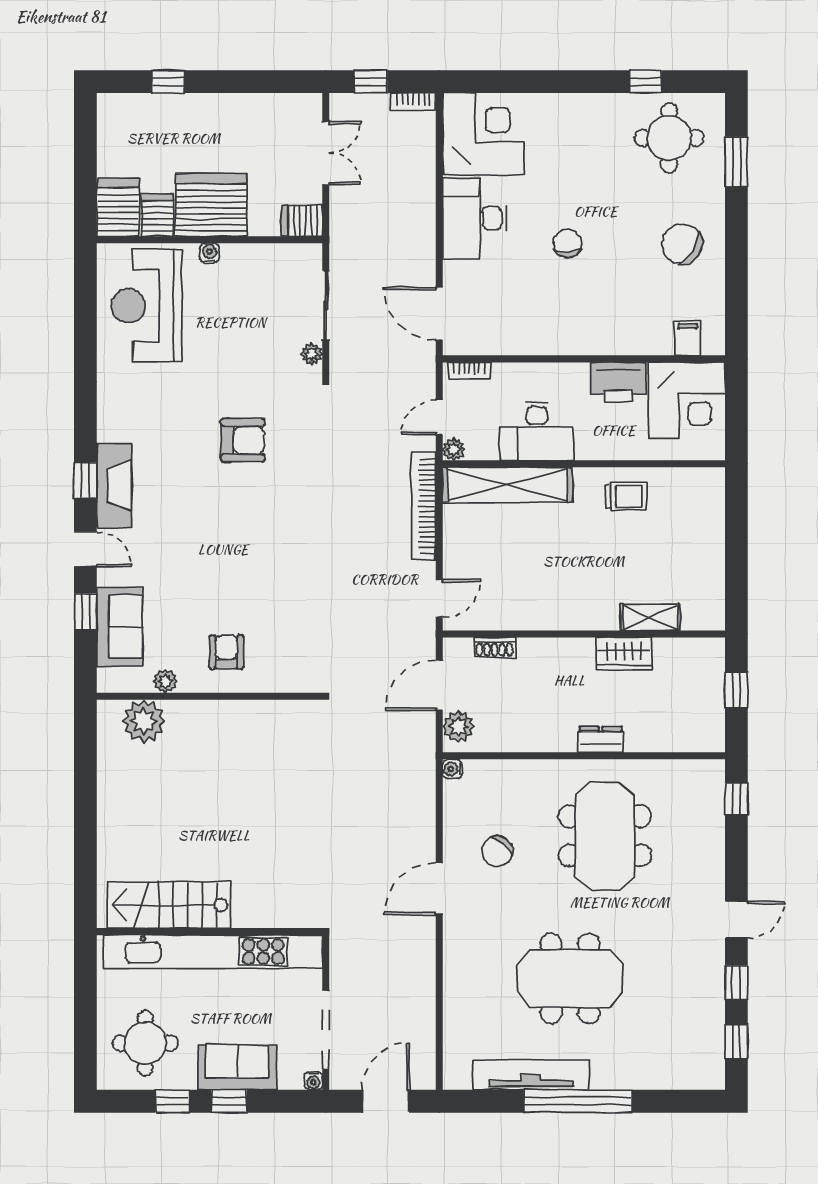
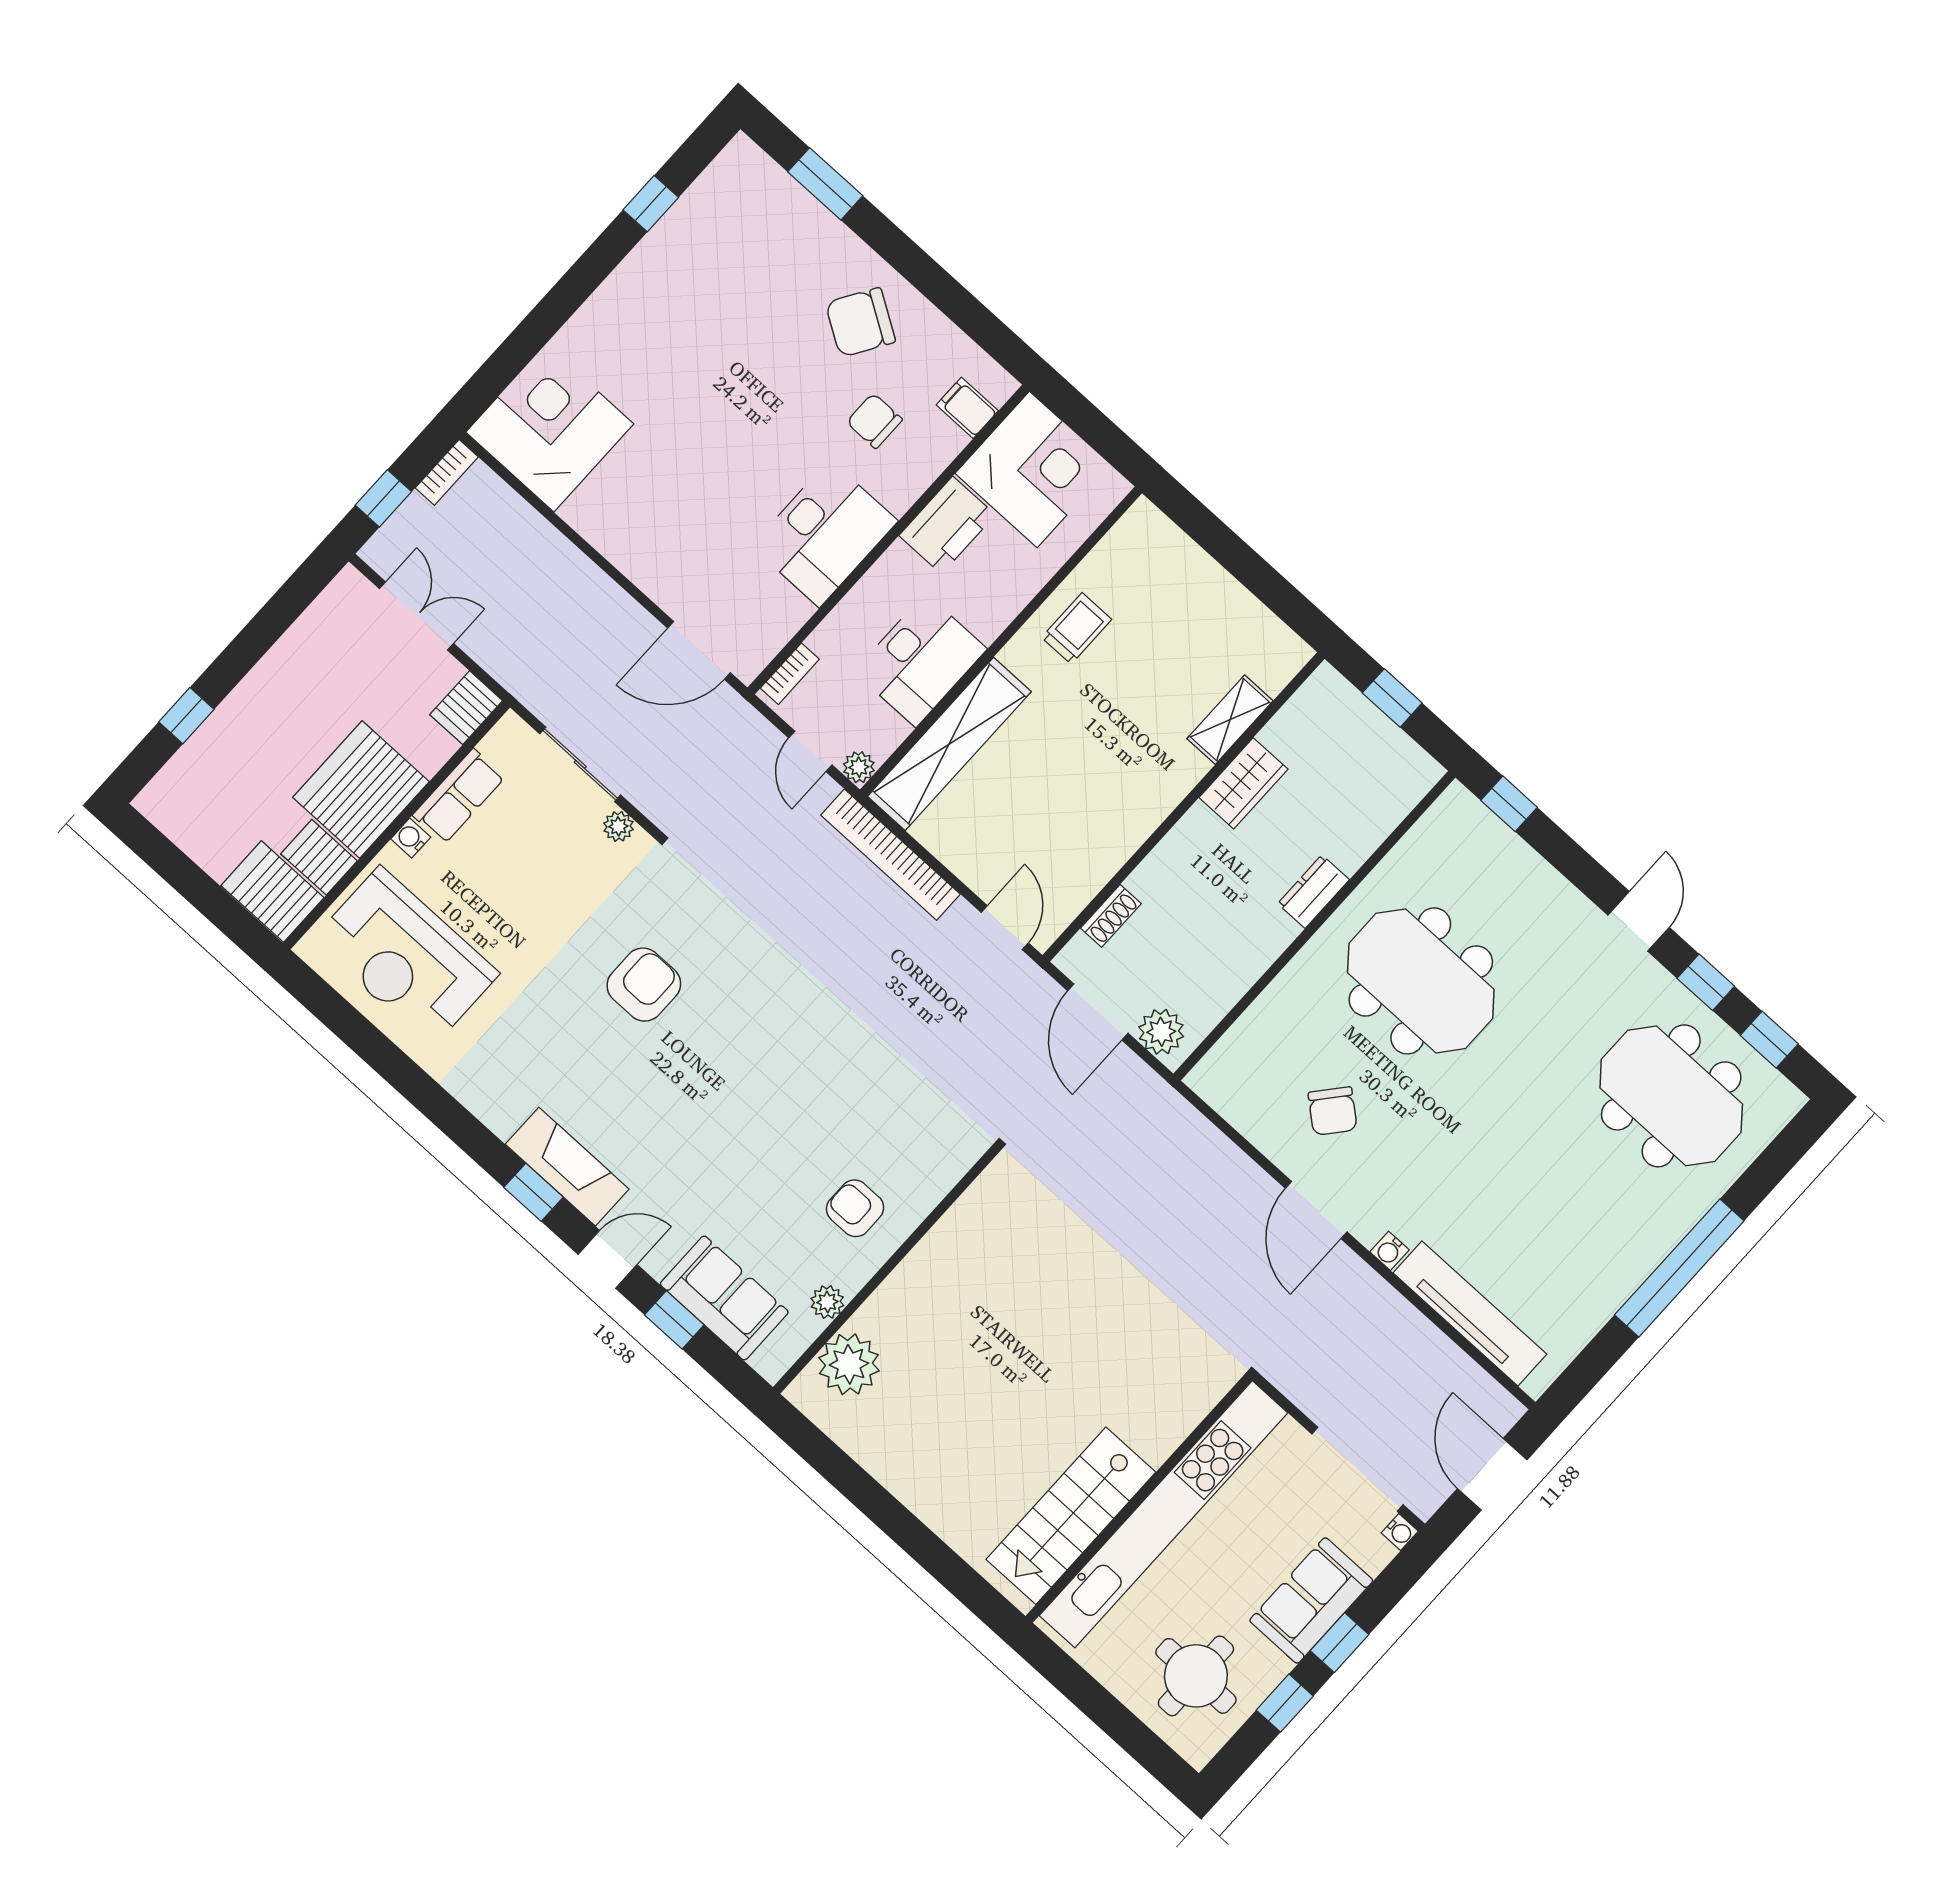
round table: (669, 138) -> (734, 233), removed
desk: (475, 218) -> (825, 533), moved, turned -90
chair: (567, 244) -> (874, 421), moved
row of seats: (253, 258) -> (459, 796), added
water cooler: (452, 769) -> (1389, 1251), moved
meeting table: (570, 978) -> (1671, 1096), moved, turned 90
tv unit: (531, 1075) -> (1470, 1314), moved, turned 90

